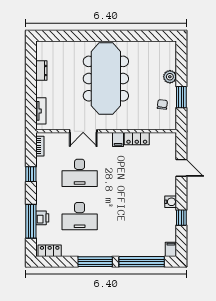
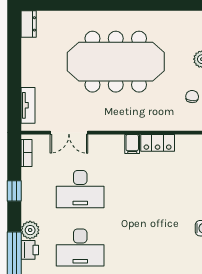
dresser: (41, 71) -> (29, 24), moved
meeting table: (106, 79) -> (116, 62), turned 90
double door: (83, 131) -> (69, 133), moved
plant: (43, 203) -> (30, 230), added

